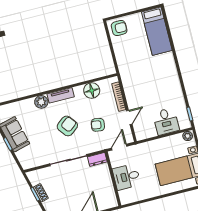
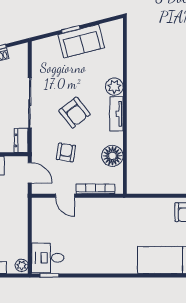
desk: (166, 121) -> (48, 258), moved

